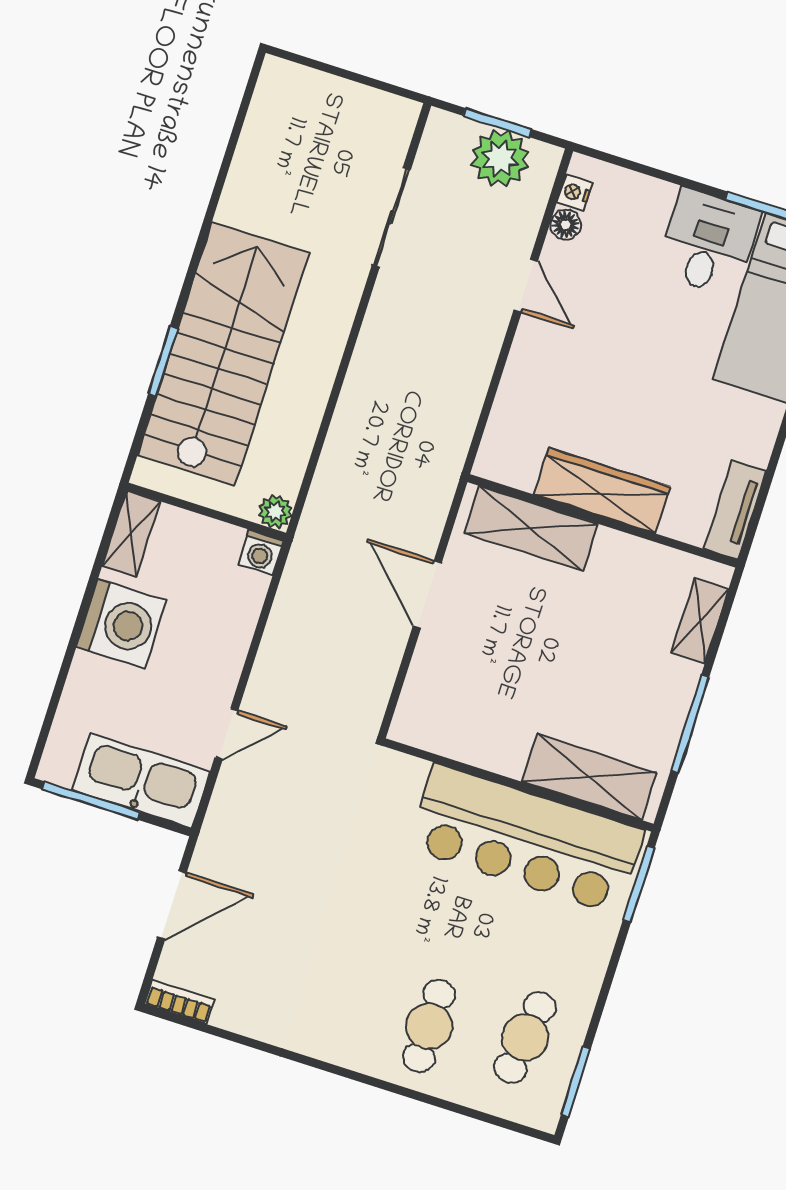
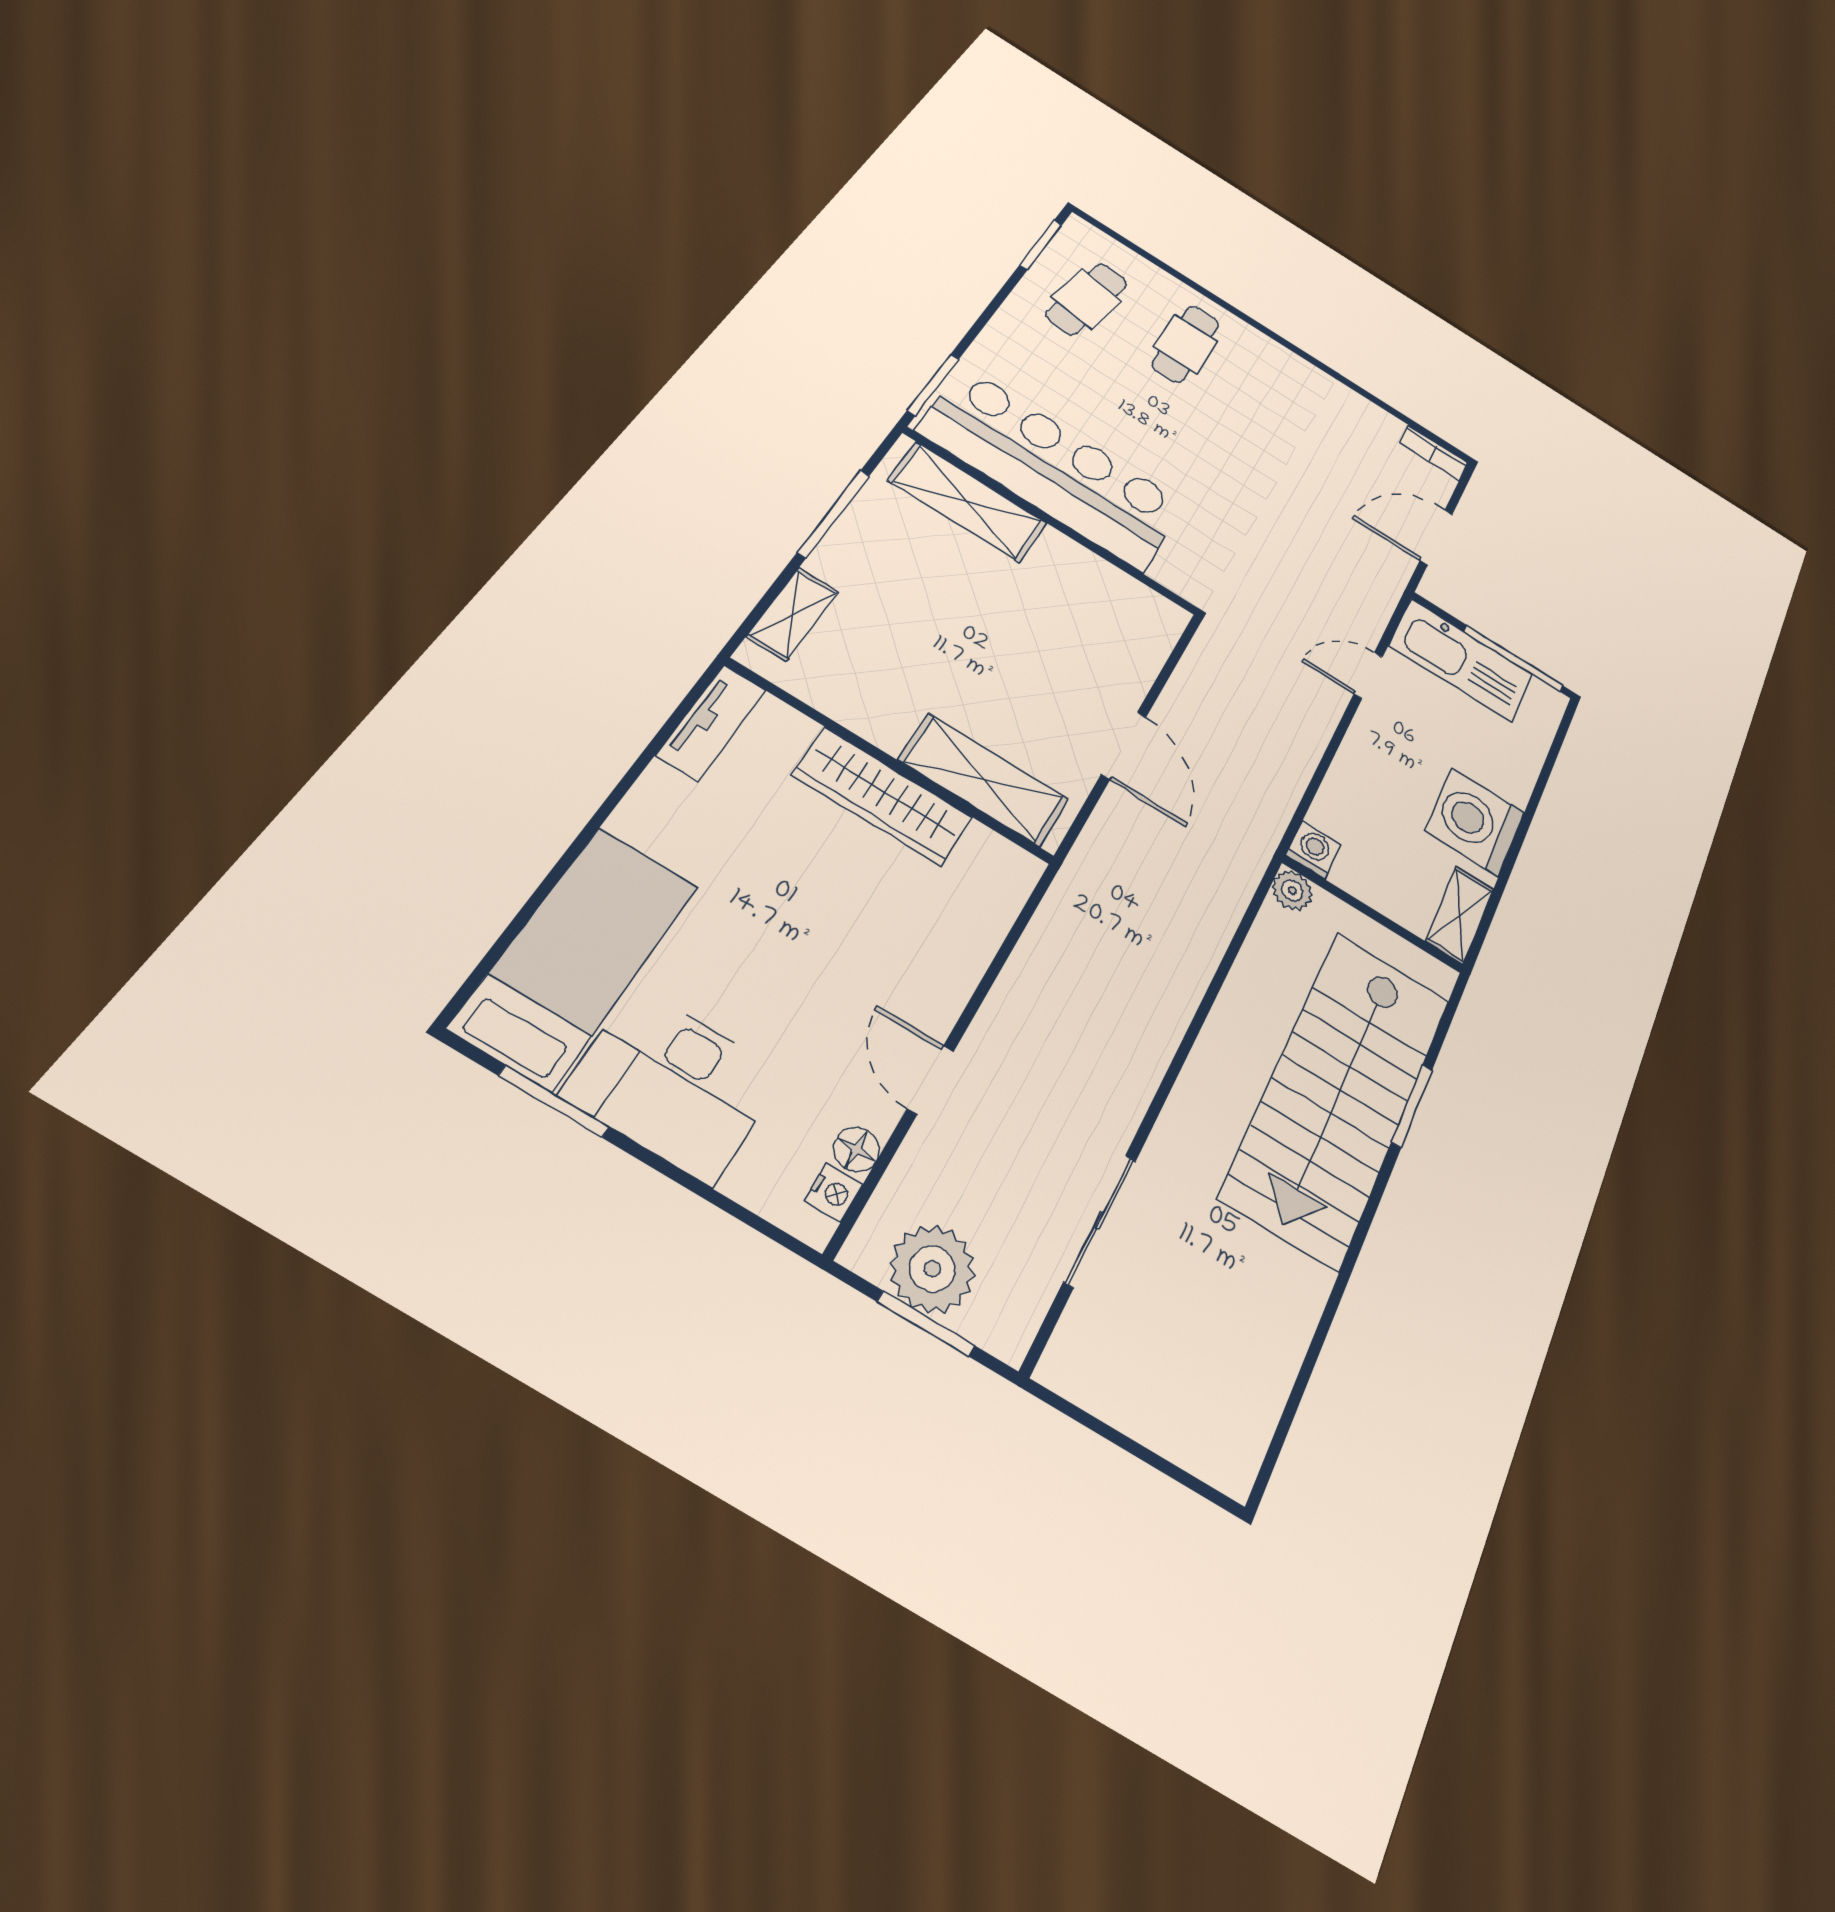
desk: (708, 242) -> (673, 1084), width x1.37

